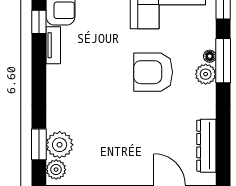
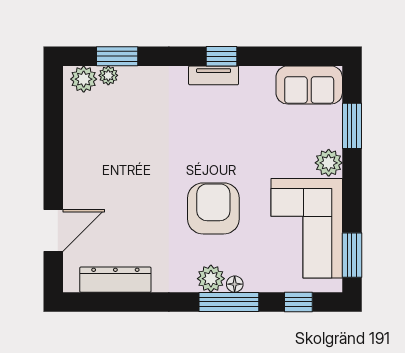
window: (39, 22) -> (222, 56), moved
tv unit: (53, 45) -> (214, 75), moved
plant: (60, 145) -> (108, 75), width x0.53, depth x0.53

